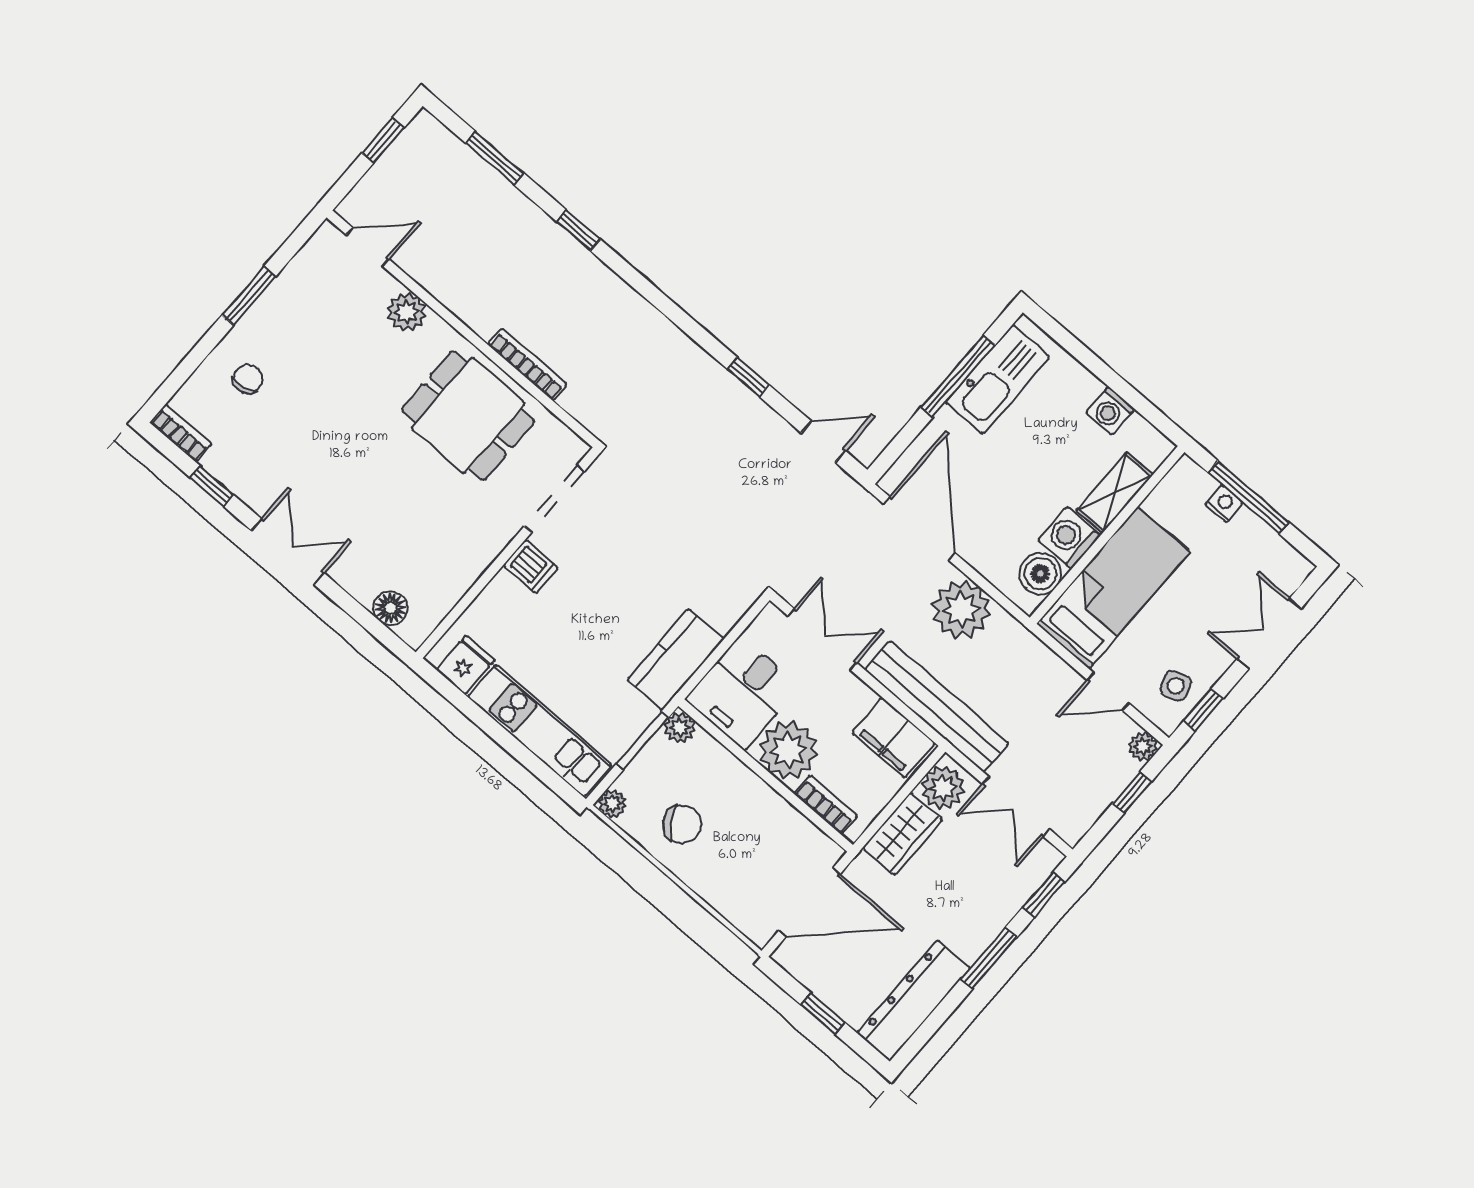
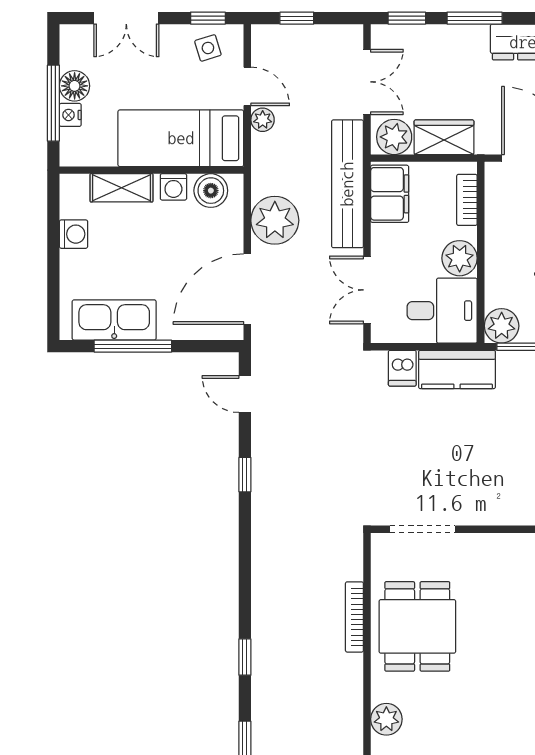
floor lamp: (1248, 531) -> (75, 86), added
washing machine: (1069, 538) -> (173, 187), width x0.73, depth x0.73
dishwasher: (531, 567) -> (402, 368), moved, turned 180
plant: (680, 728) -> (502, 326), width x1.38, depth x1.38
plant: (1143, 746) -> (263, 120), moved
plant: (788, 750) -> (460, 258), width x0.73, depth x0.73

